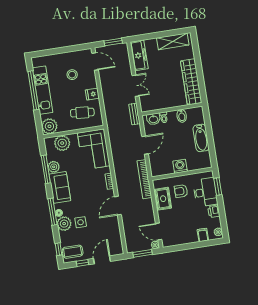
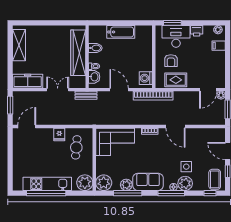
stool: (72, 75) -> (36, 152), removed
wardrobe: (191, 82) -> (78, 53), moved, turned 90
plant: (62, 143) -> (104, 183), moved
washing machine: (180, 166) -> (146, 78), moved

